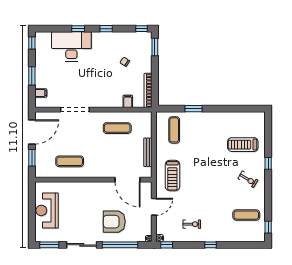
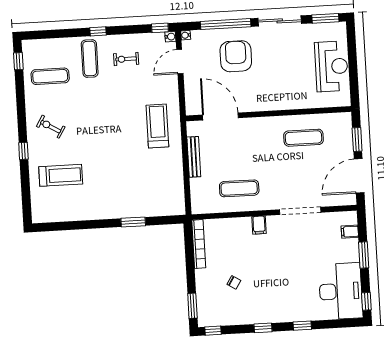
desk: (71, 46) -> (341, 291), moved, turned -90
filing cabinet: (128, 101) -> (259, 225), moved
exercise mat: (174, 130) -> (90, 59), moved
door: (154, 207) -> (180, 62), moved
armchair: (114, 222) -> (236, 56), turned -90

